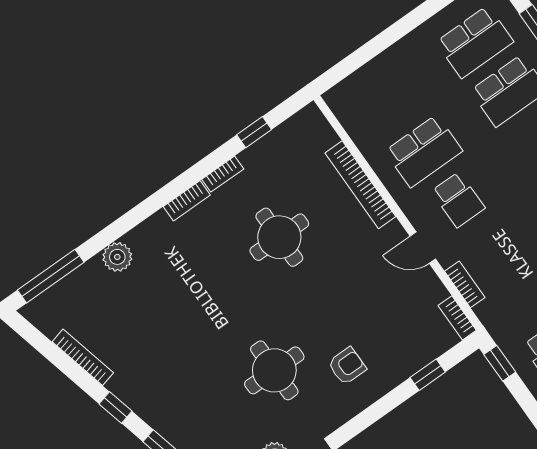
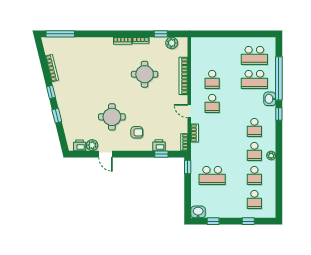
school desk: (424, 151) -> (212, 79), width x0.54
plant: (117, 257) -> (172, 43), moved
printer: (410, 360) -> (159, 145), added

